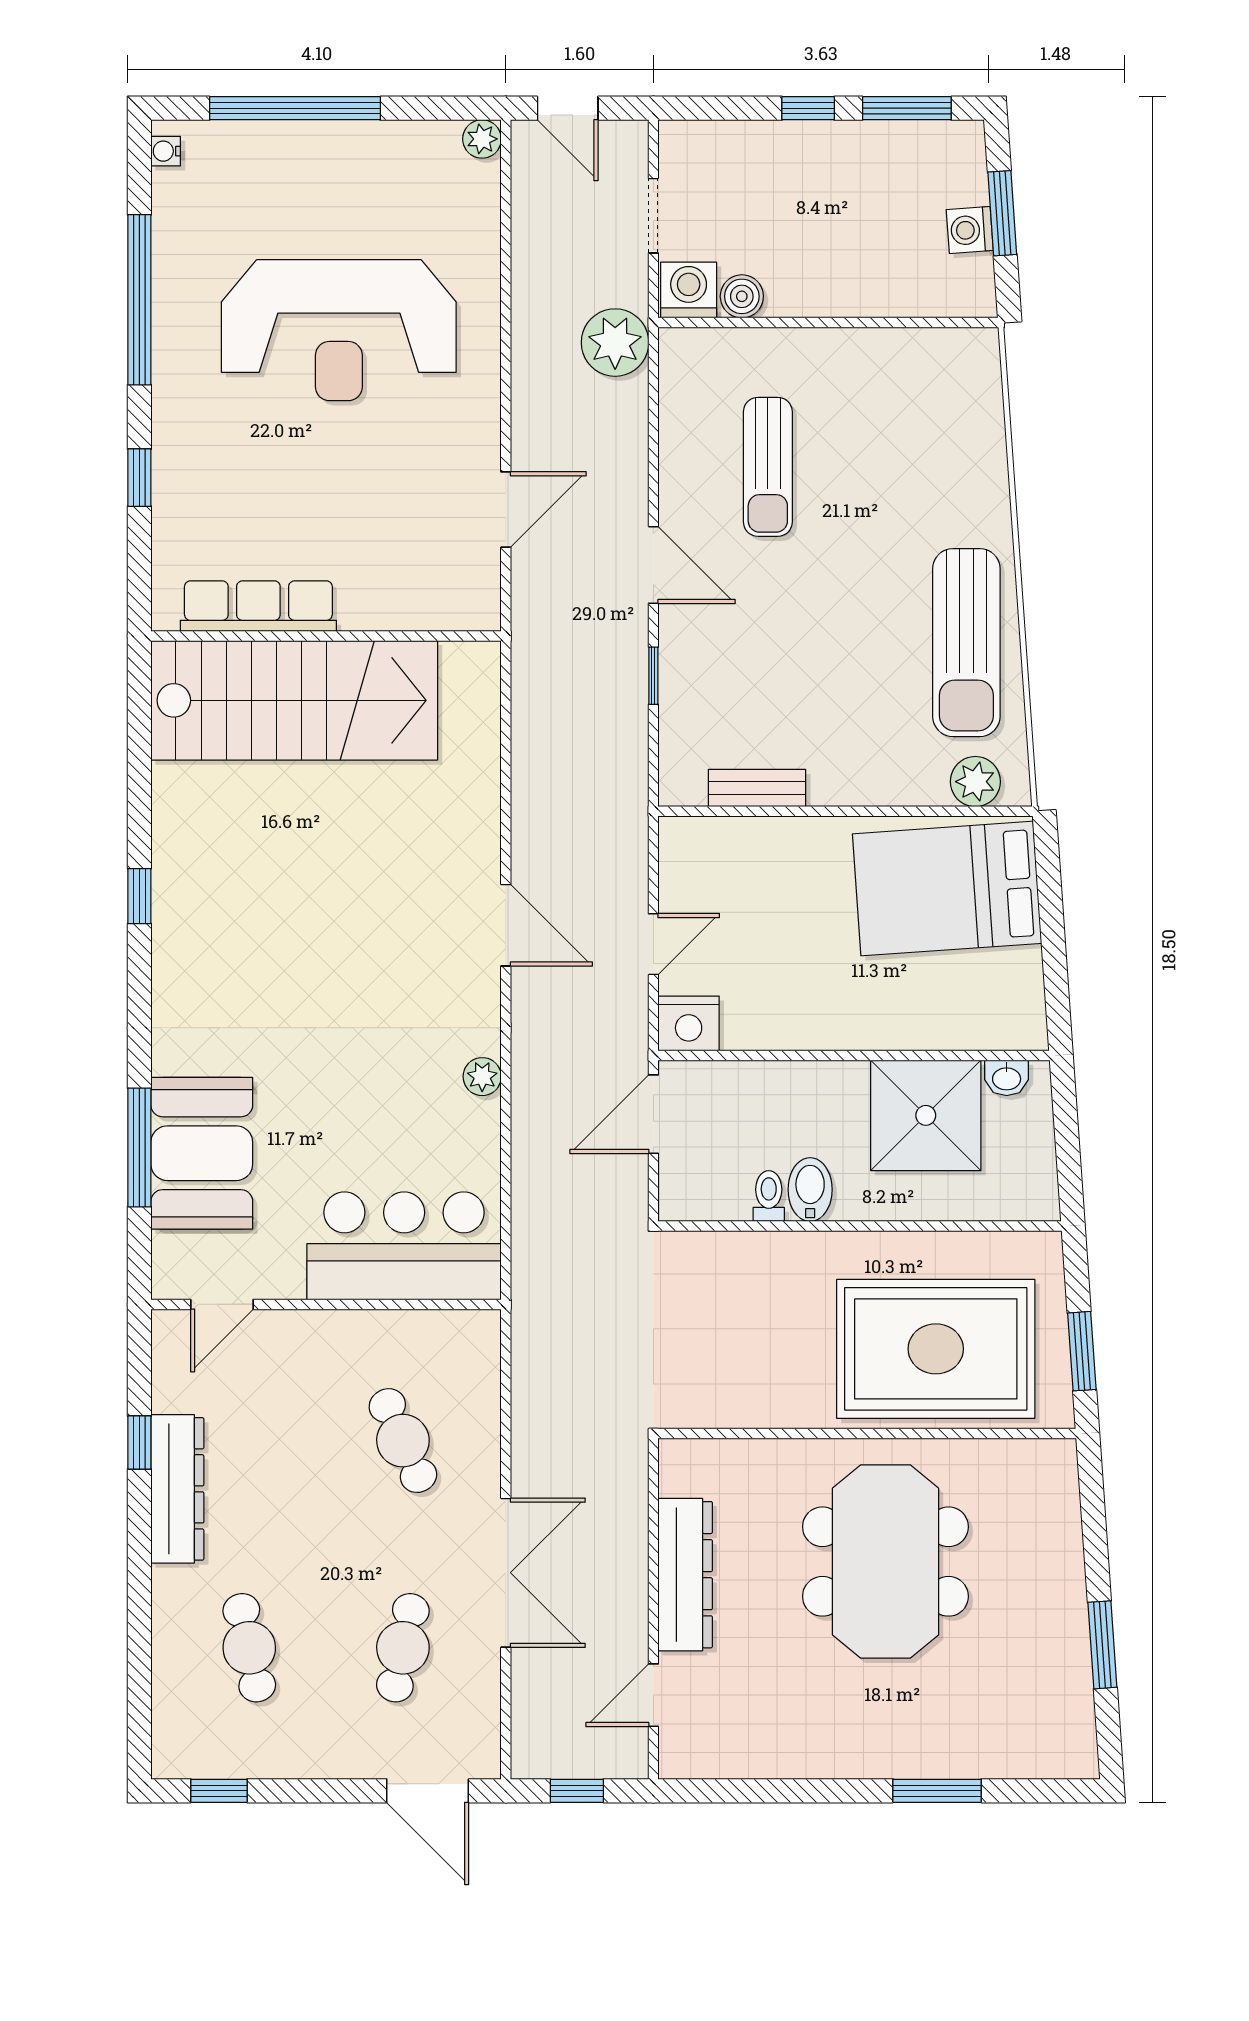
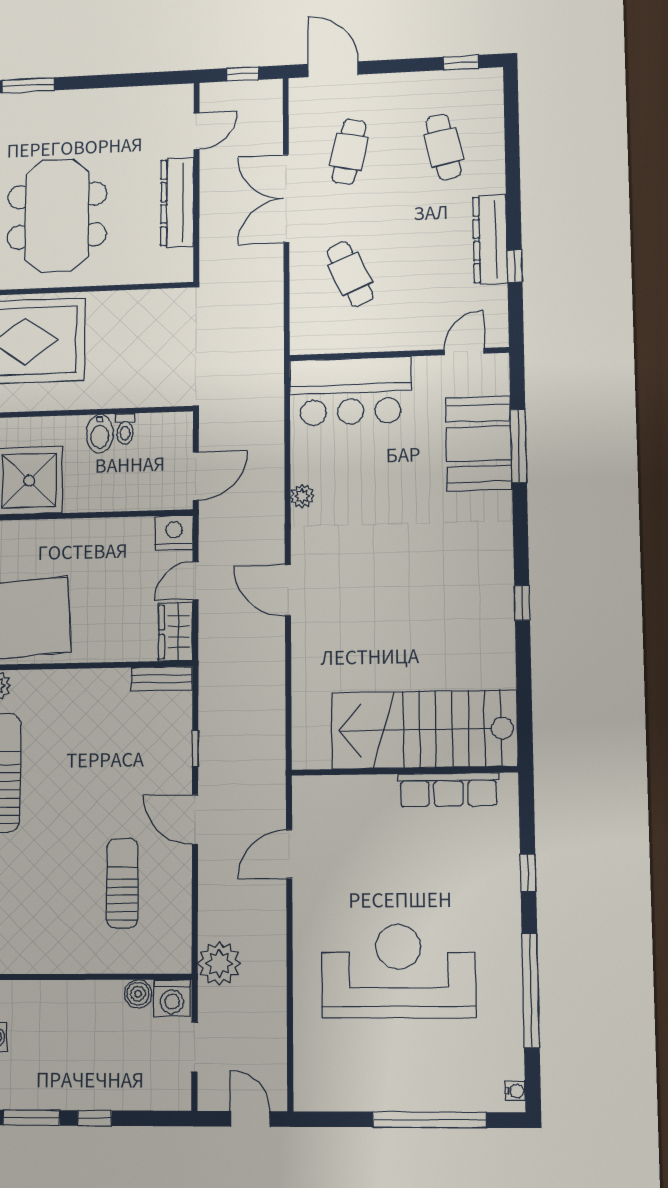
plant: (482, 139) -> (306, 1098), removed
bench: (757, 788) -> (161, 679), moved
wardrobe: (685, 863) -> (176, 632), added

